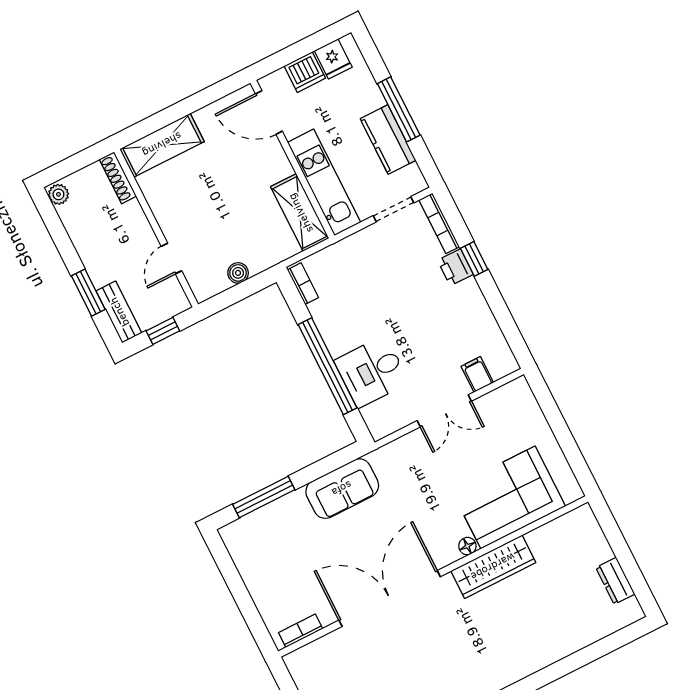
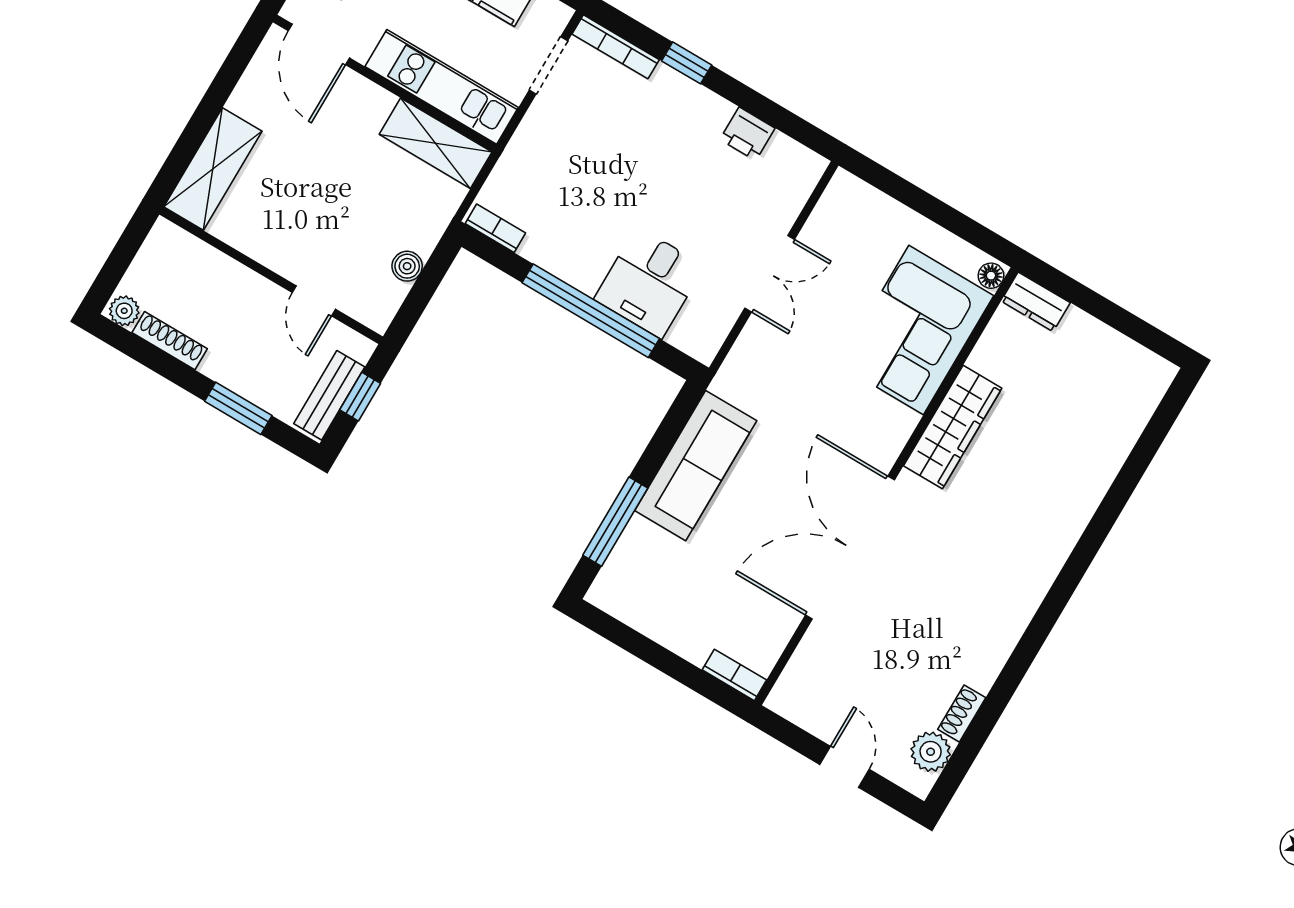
door: (269, 113) -> (319, 44), hinge flipped
shoe rack: (118, 178) -> (170, 341), moved, turned 180
printer: (455, 267) -> (747, 134), moved
bench: (119, 312) -> (329, 395), moved, turned 90
filing cabinet: (477, 374) -> (782, 203), removed
sofa: (342, 489) -> (696, 466), width x1.36
floor lamp: (467, 546) -> (991, 276), moved
dresser: (615, 581) -> (1036, 302), moved
bookcase: (301, 631) -> (734, 675), moved, turned 90

